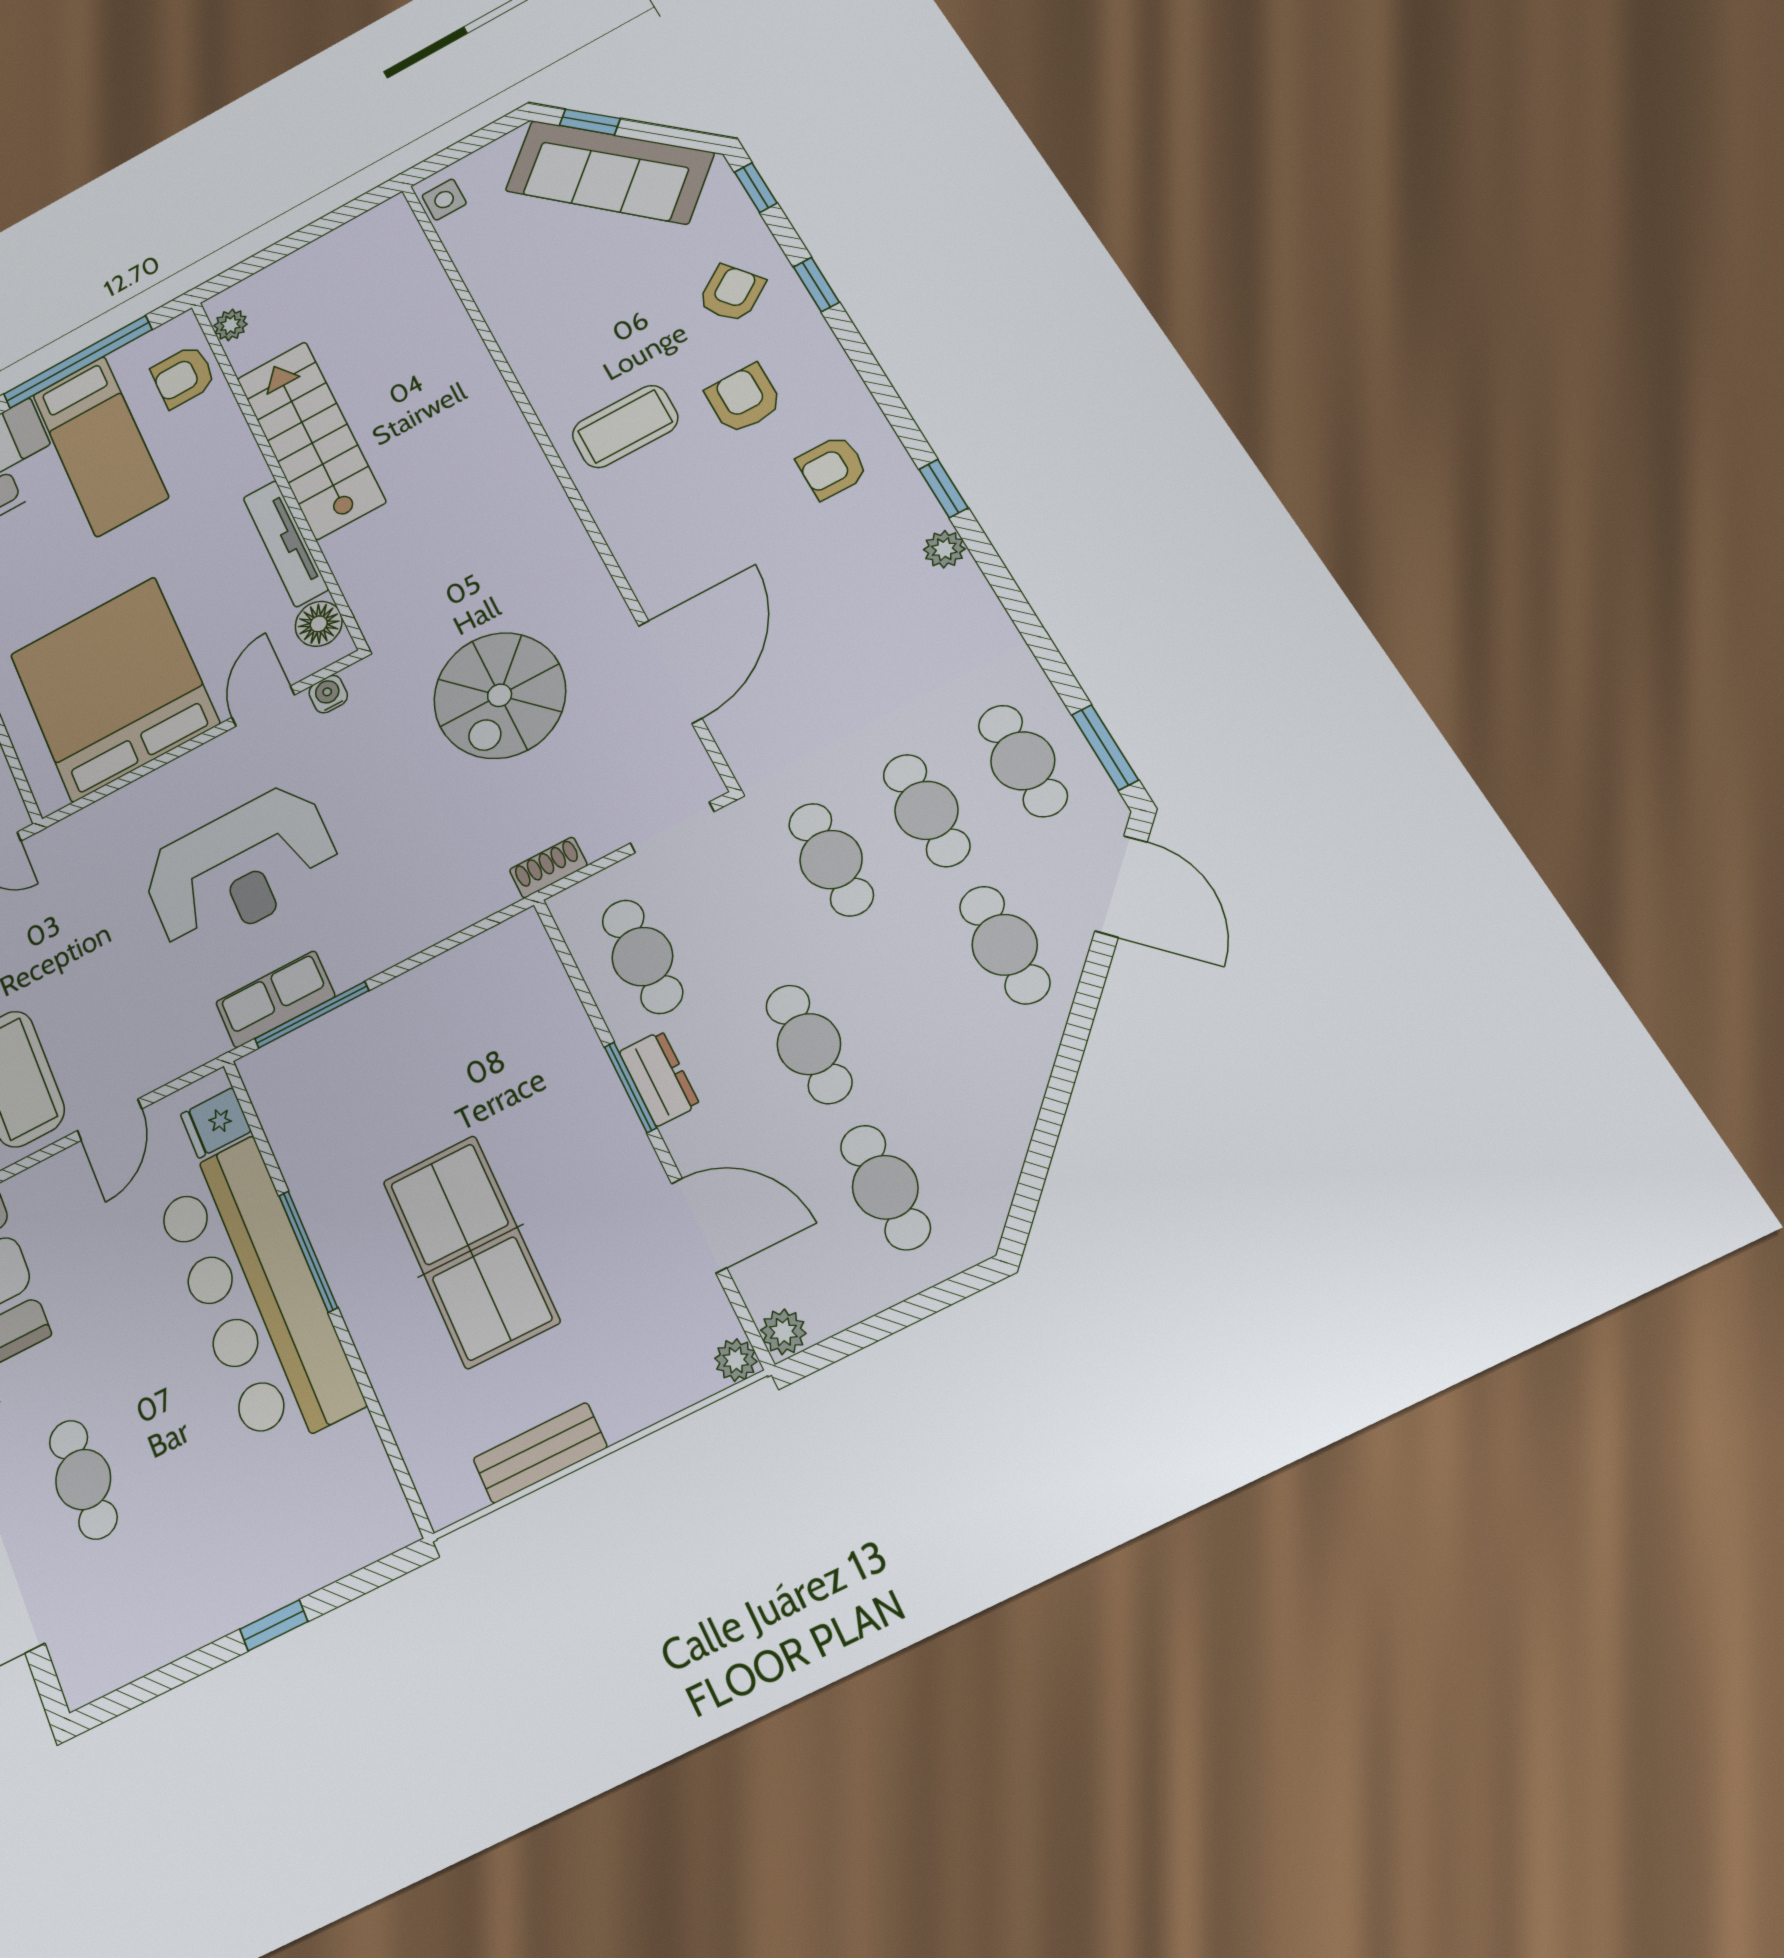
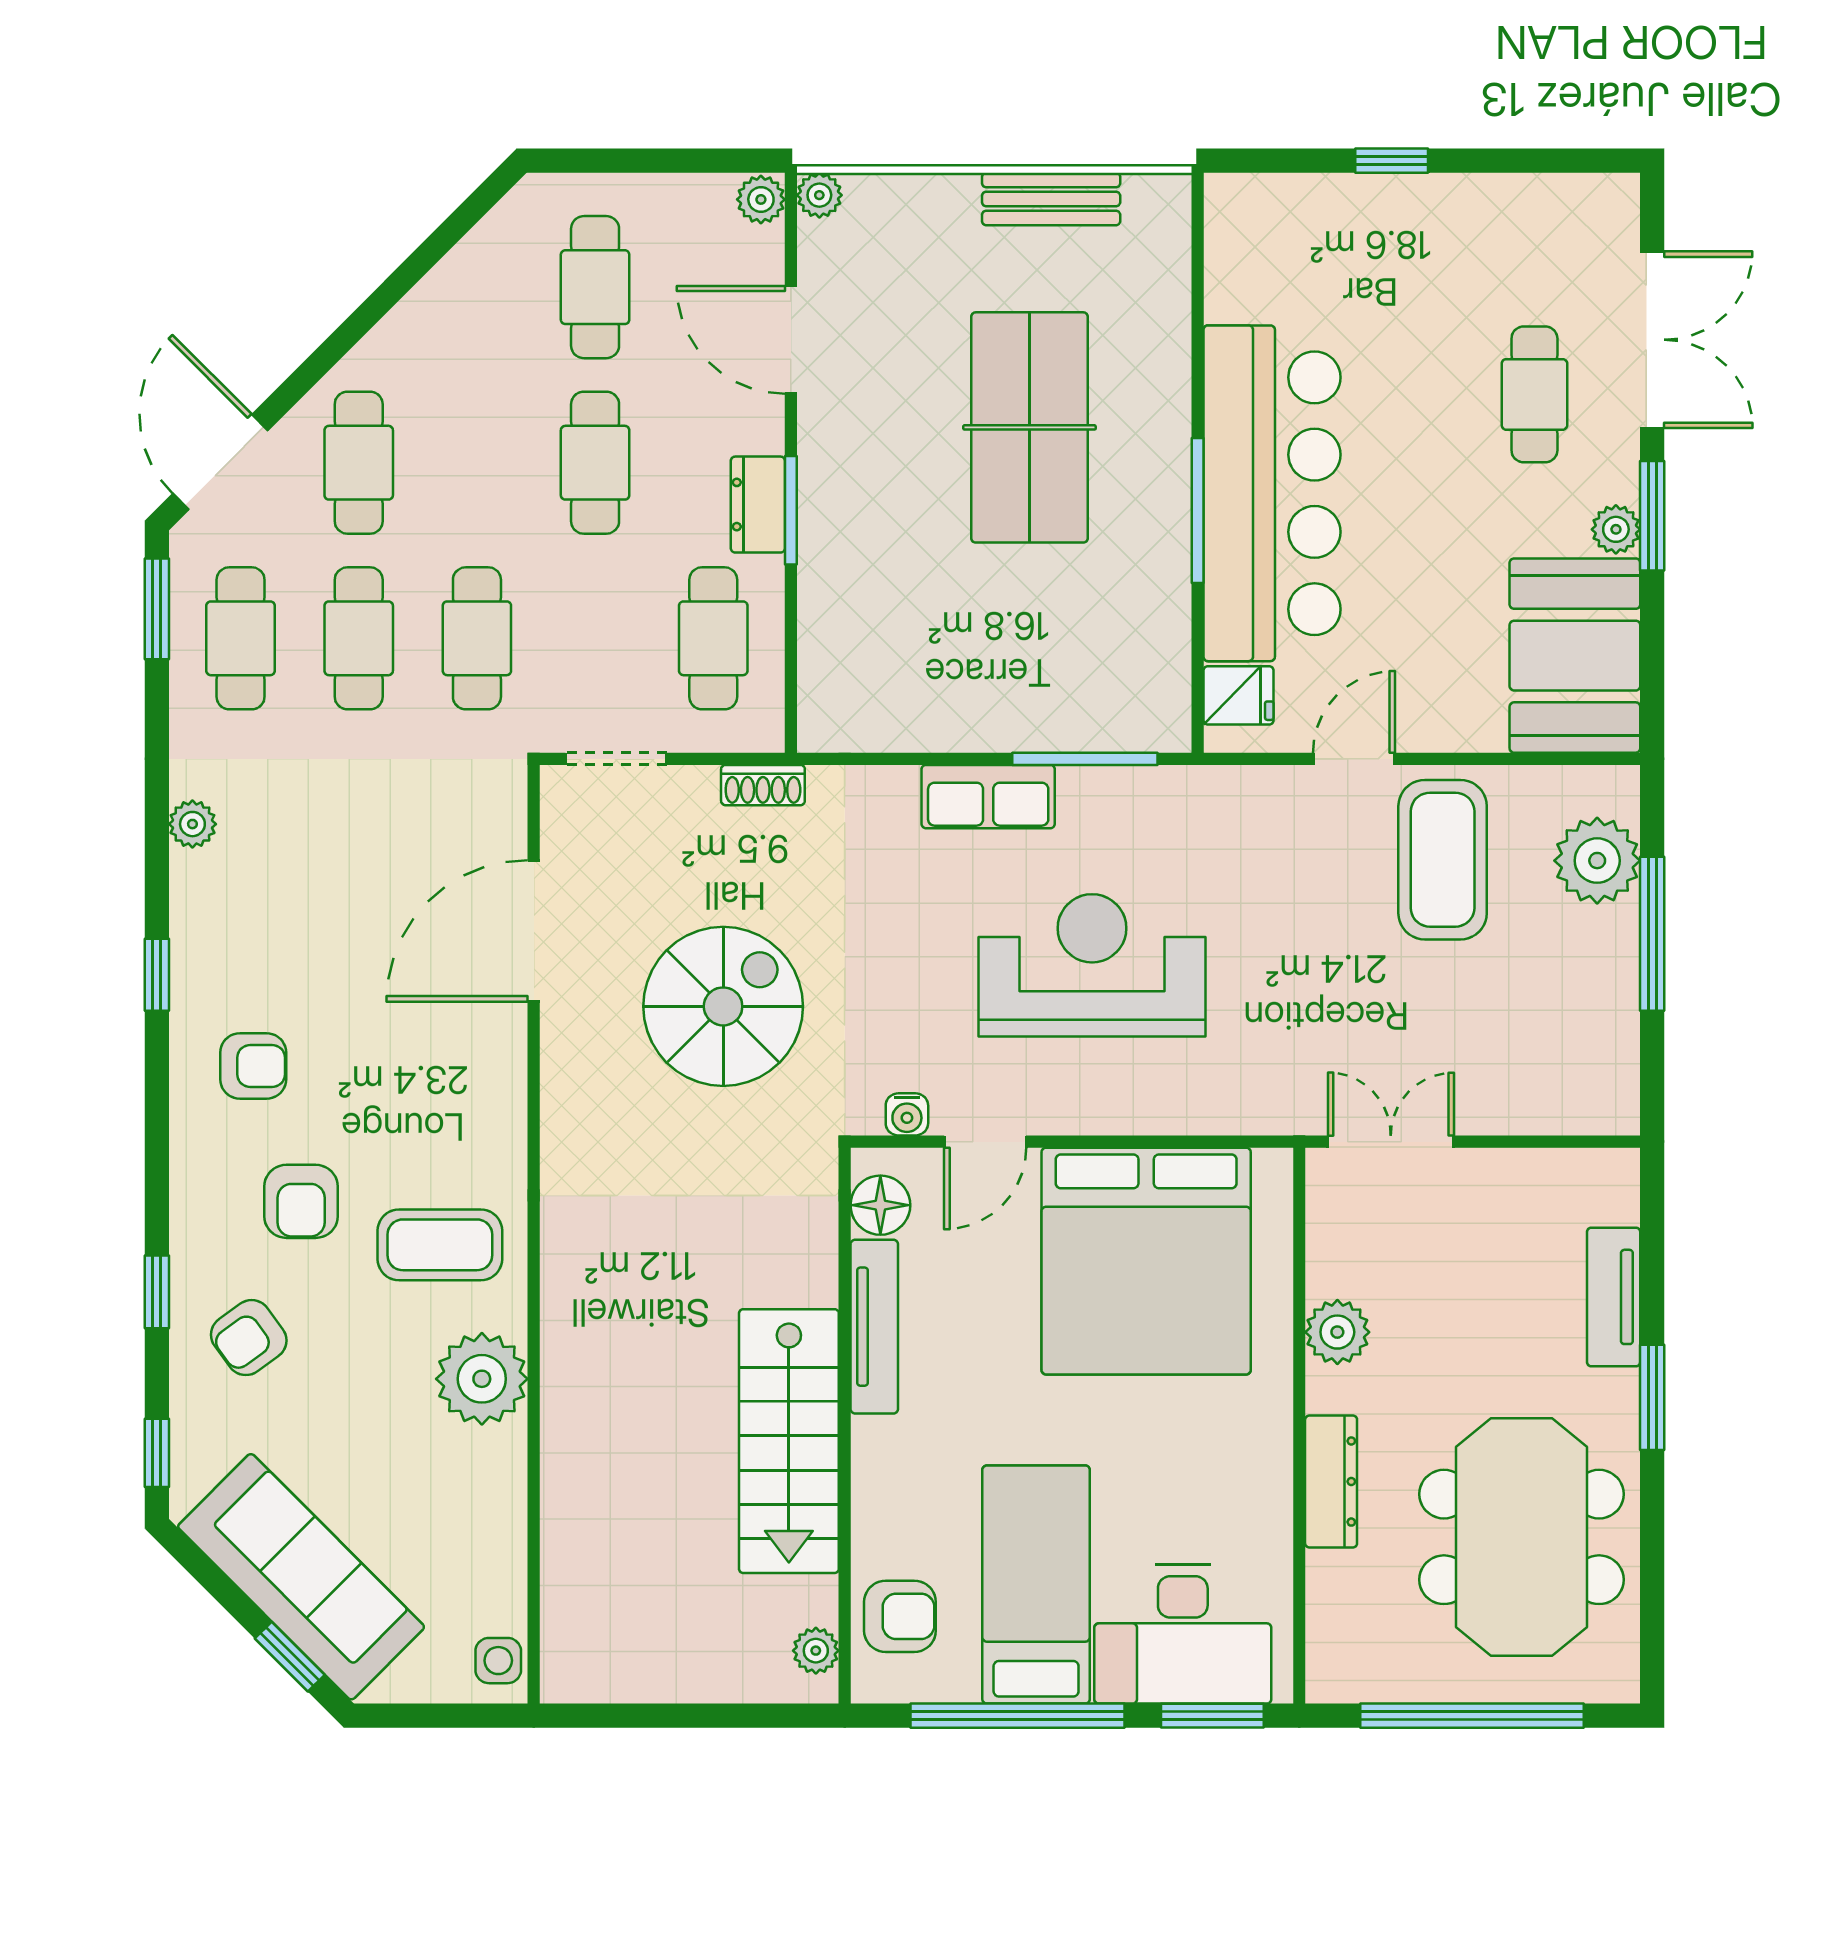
plant: (548, 360) -> (482, 1379), added
plant: (944, 549) -> (192, 824), moved
row of seats: (275, 999) -> (988, 797), moved

